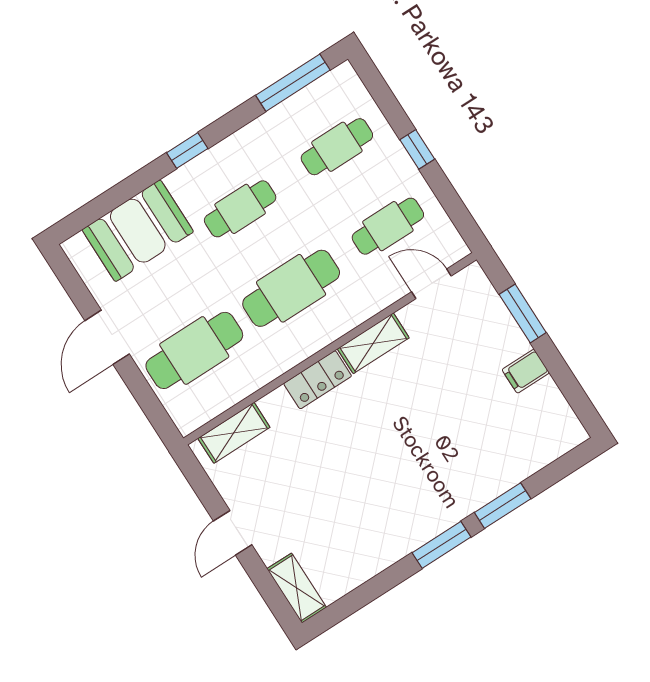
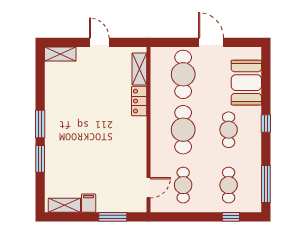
window: (417, 149) -> (231, 217), moved
shelving: (373, 343) -> (64, 205), moved, turned 90
locker: (318, 380) -> (139, 101), moved

